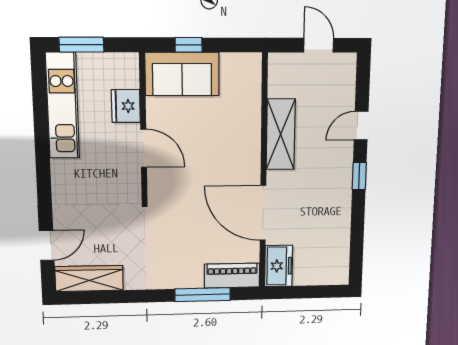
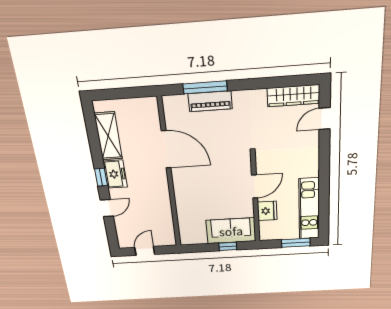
door: (319, 45) -> (145, 251), swing flipped
shelving: (281, 134) -> (108, 136), moved
door: (144, 148) -> (255, 187), swing flipped
freezer: (279, 266) -> (115, 174), moved, turned 180
piano: (232, 276) -> (210, 101), moved

